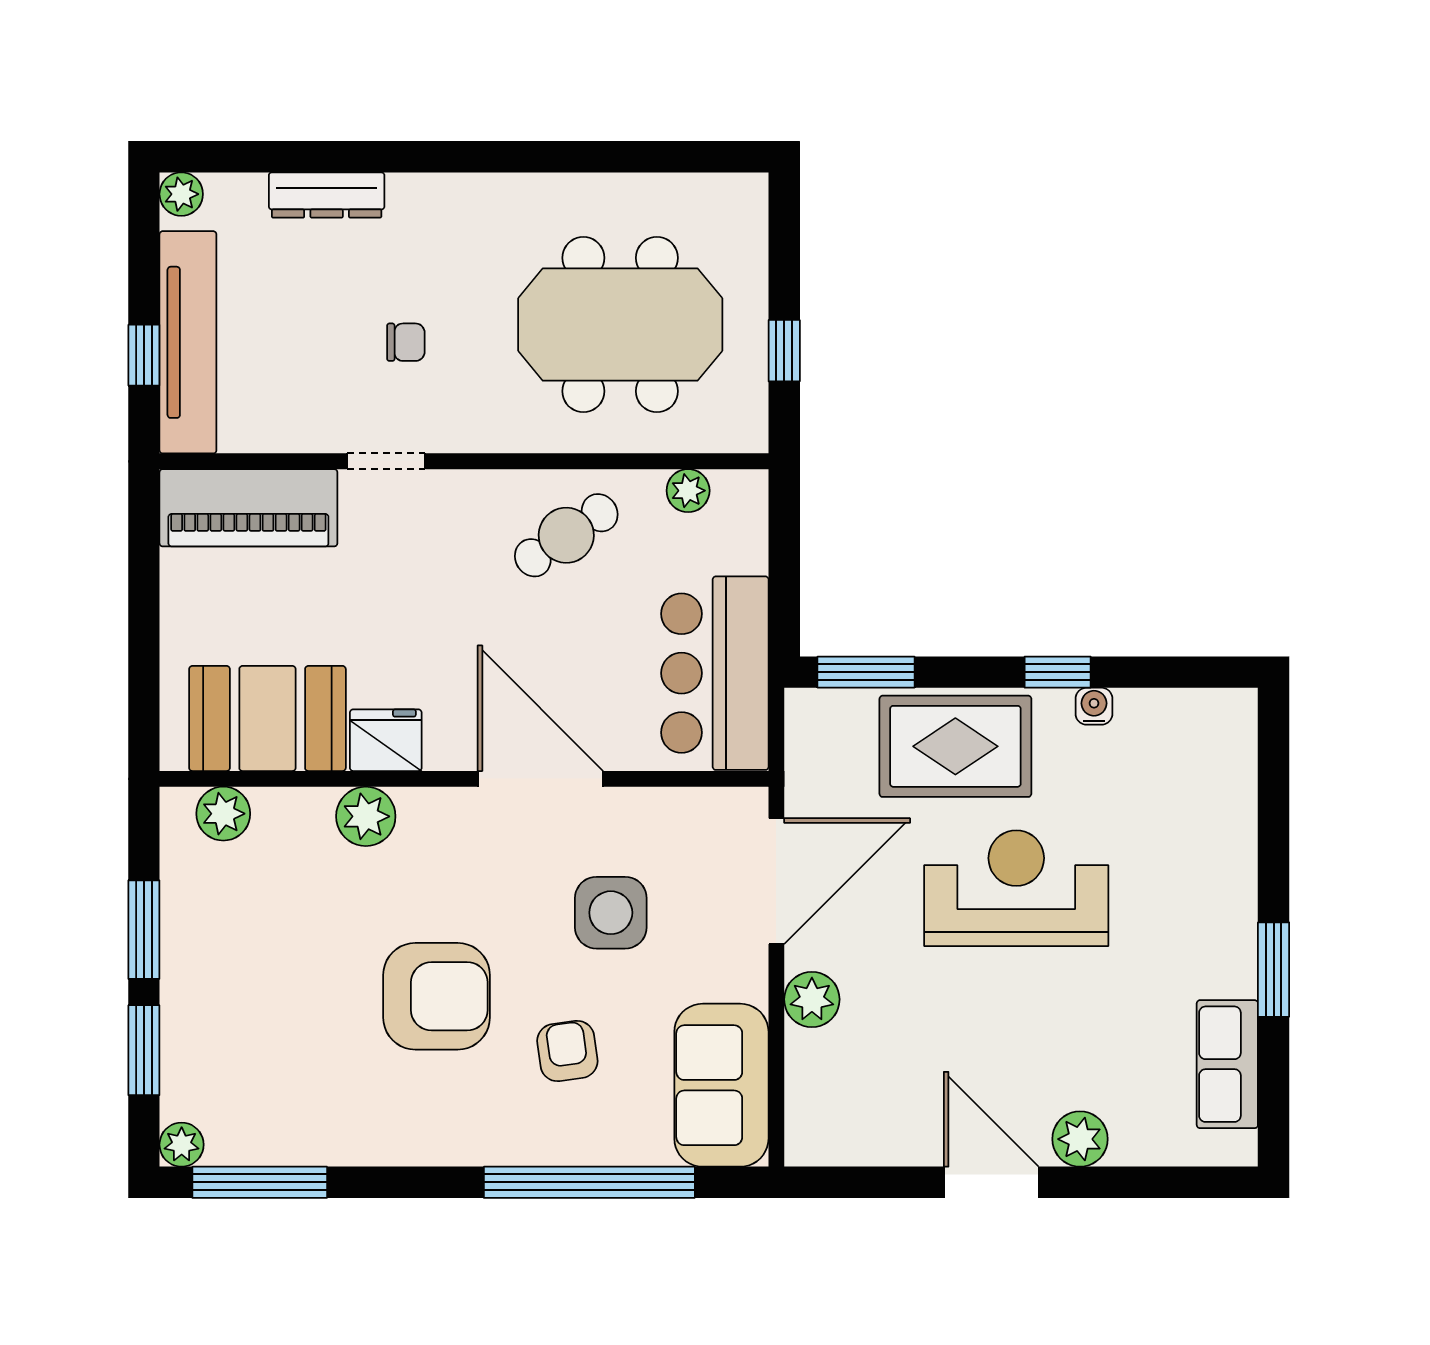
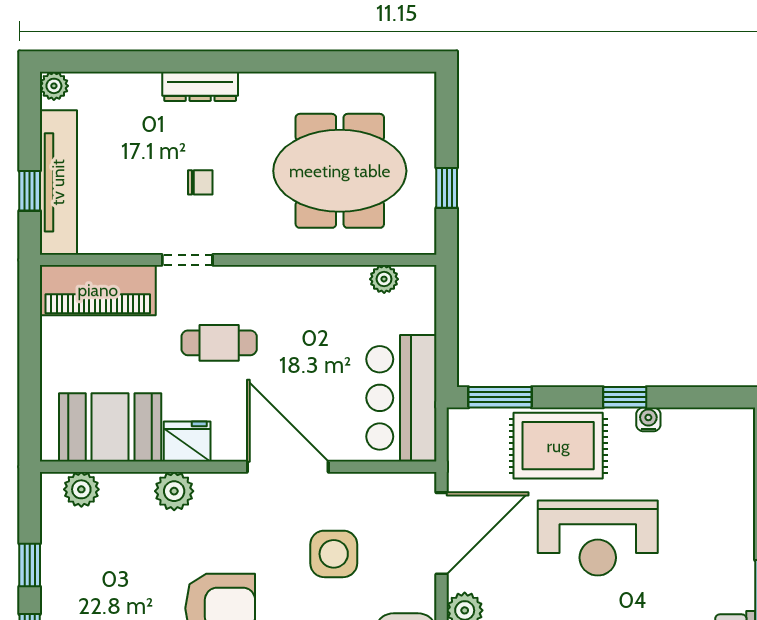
dresser: (327, 195) -> (200, 86), moved
cafe table: (566, 535) -> (219, 343), moved, turned 34
reception desk: (1016, 888) -> (598, 538), turned 180
window: (144, 930) -> (30, 565), width x0.67

